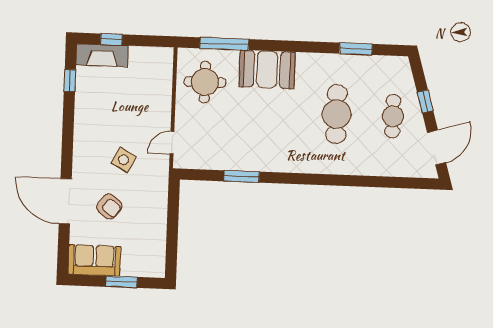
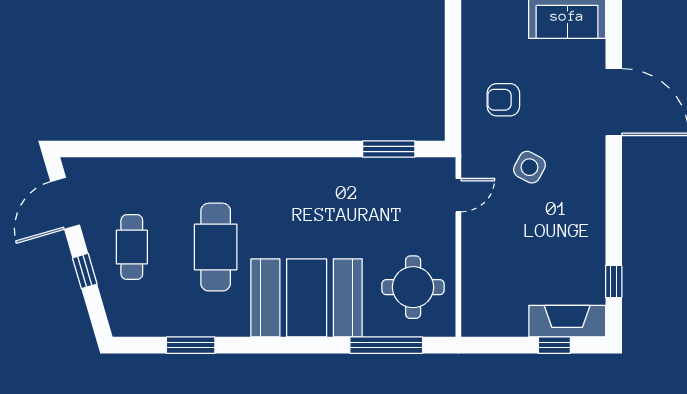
booth: (267, 69) -> (307, 298), width x1.36, depth x1.42
window: (242, 176) -> (389, 149), moved
armchair: (109, 206) -> (503, 100), moved, turned -37

